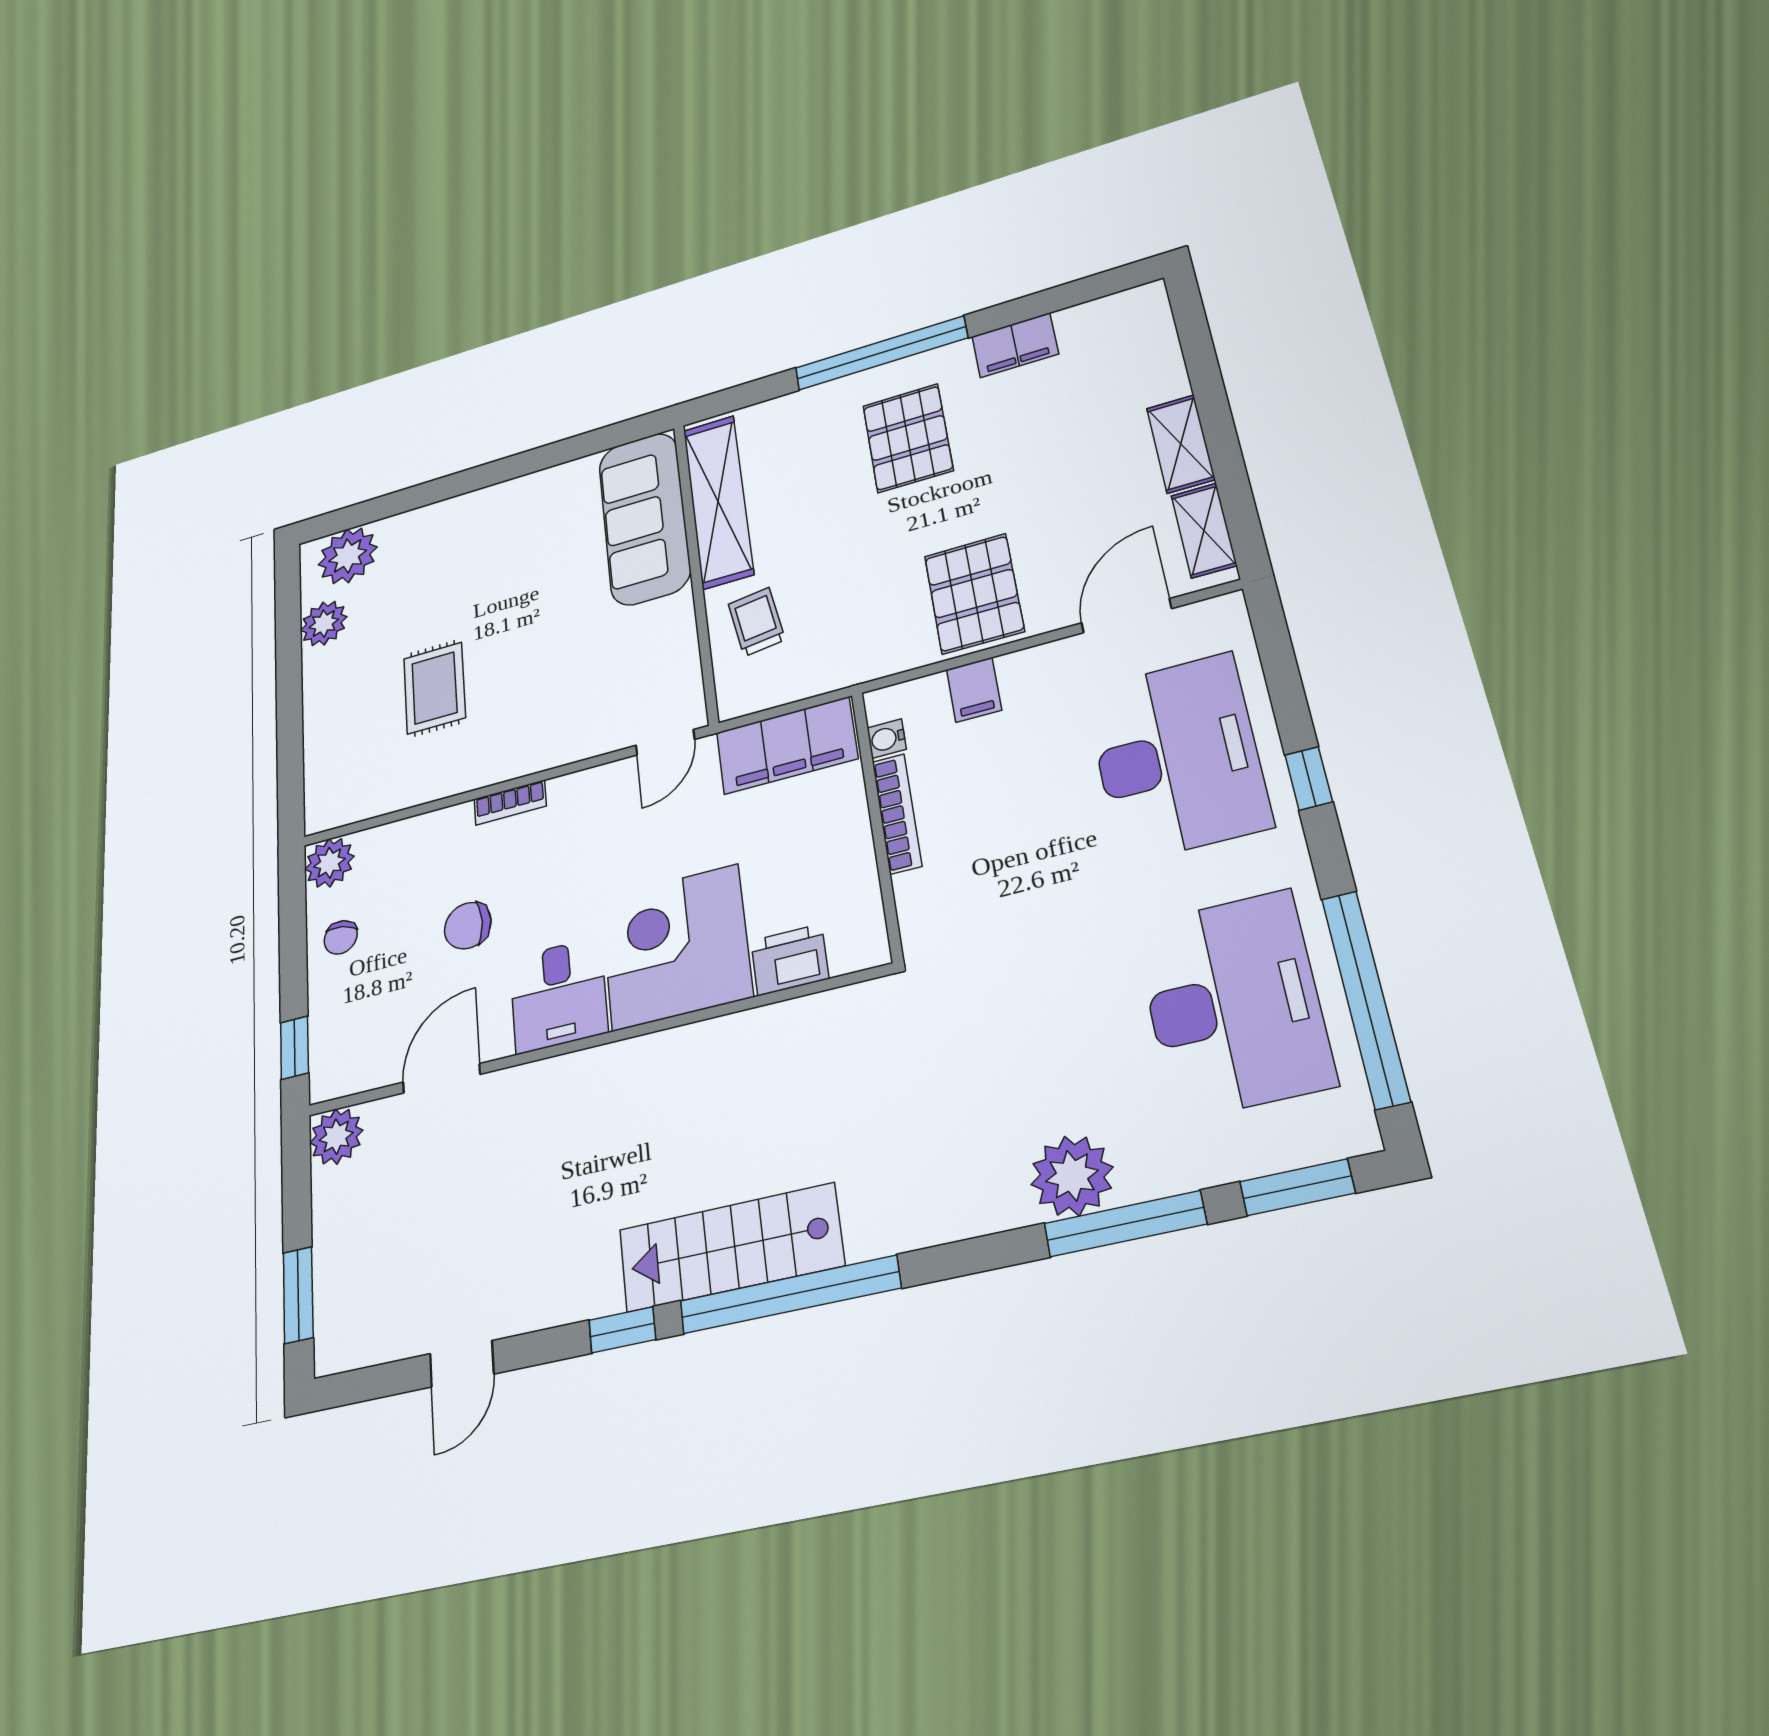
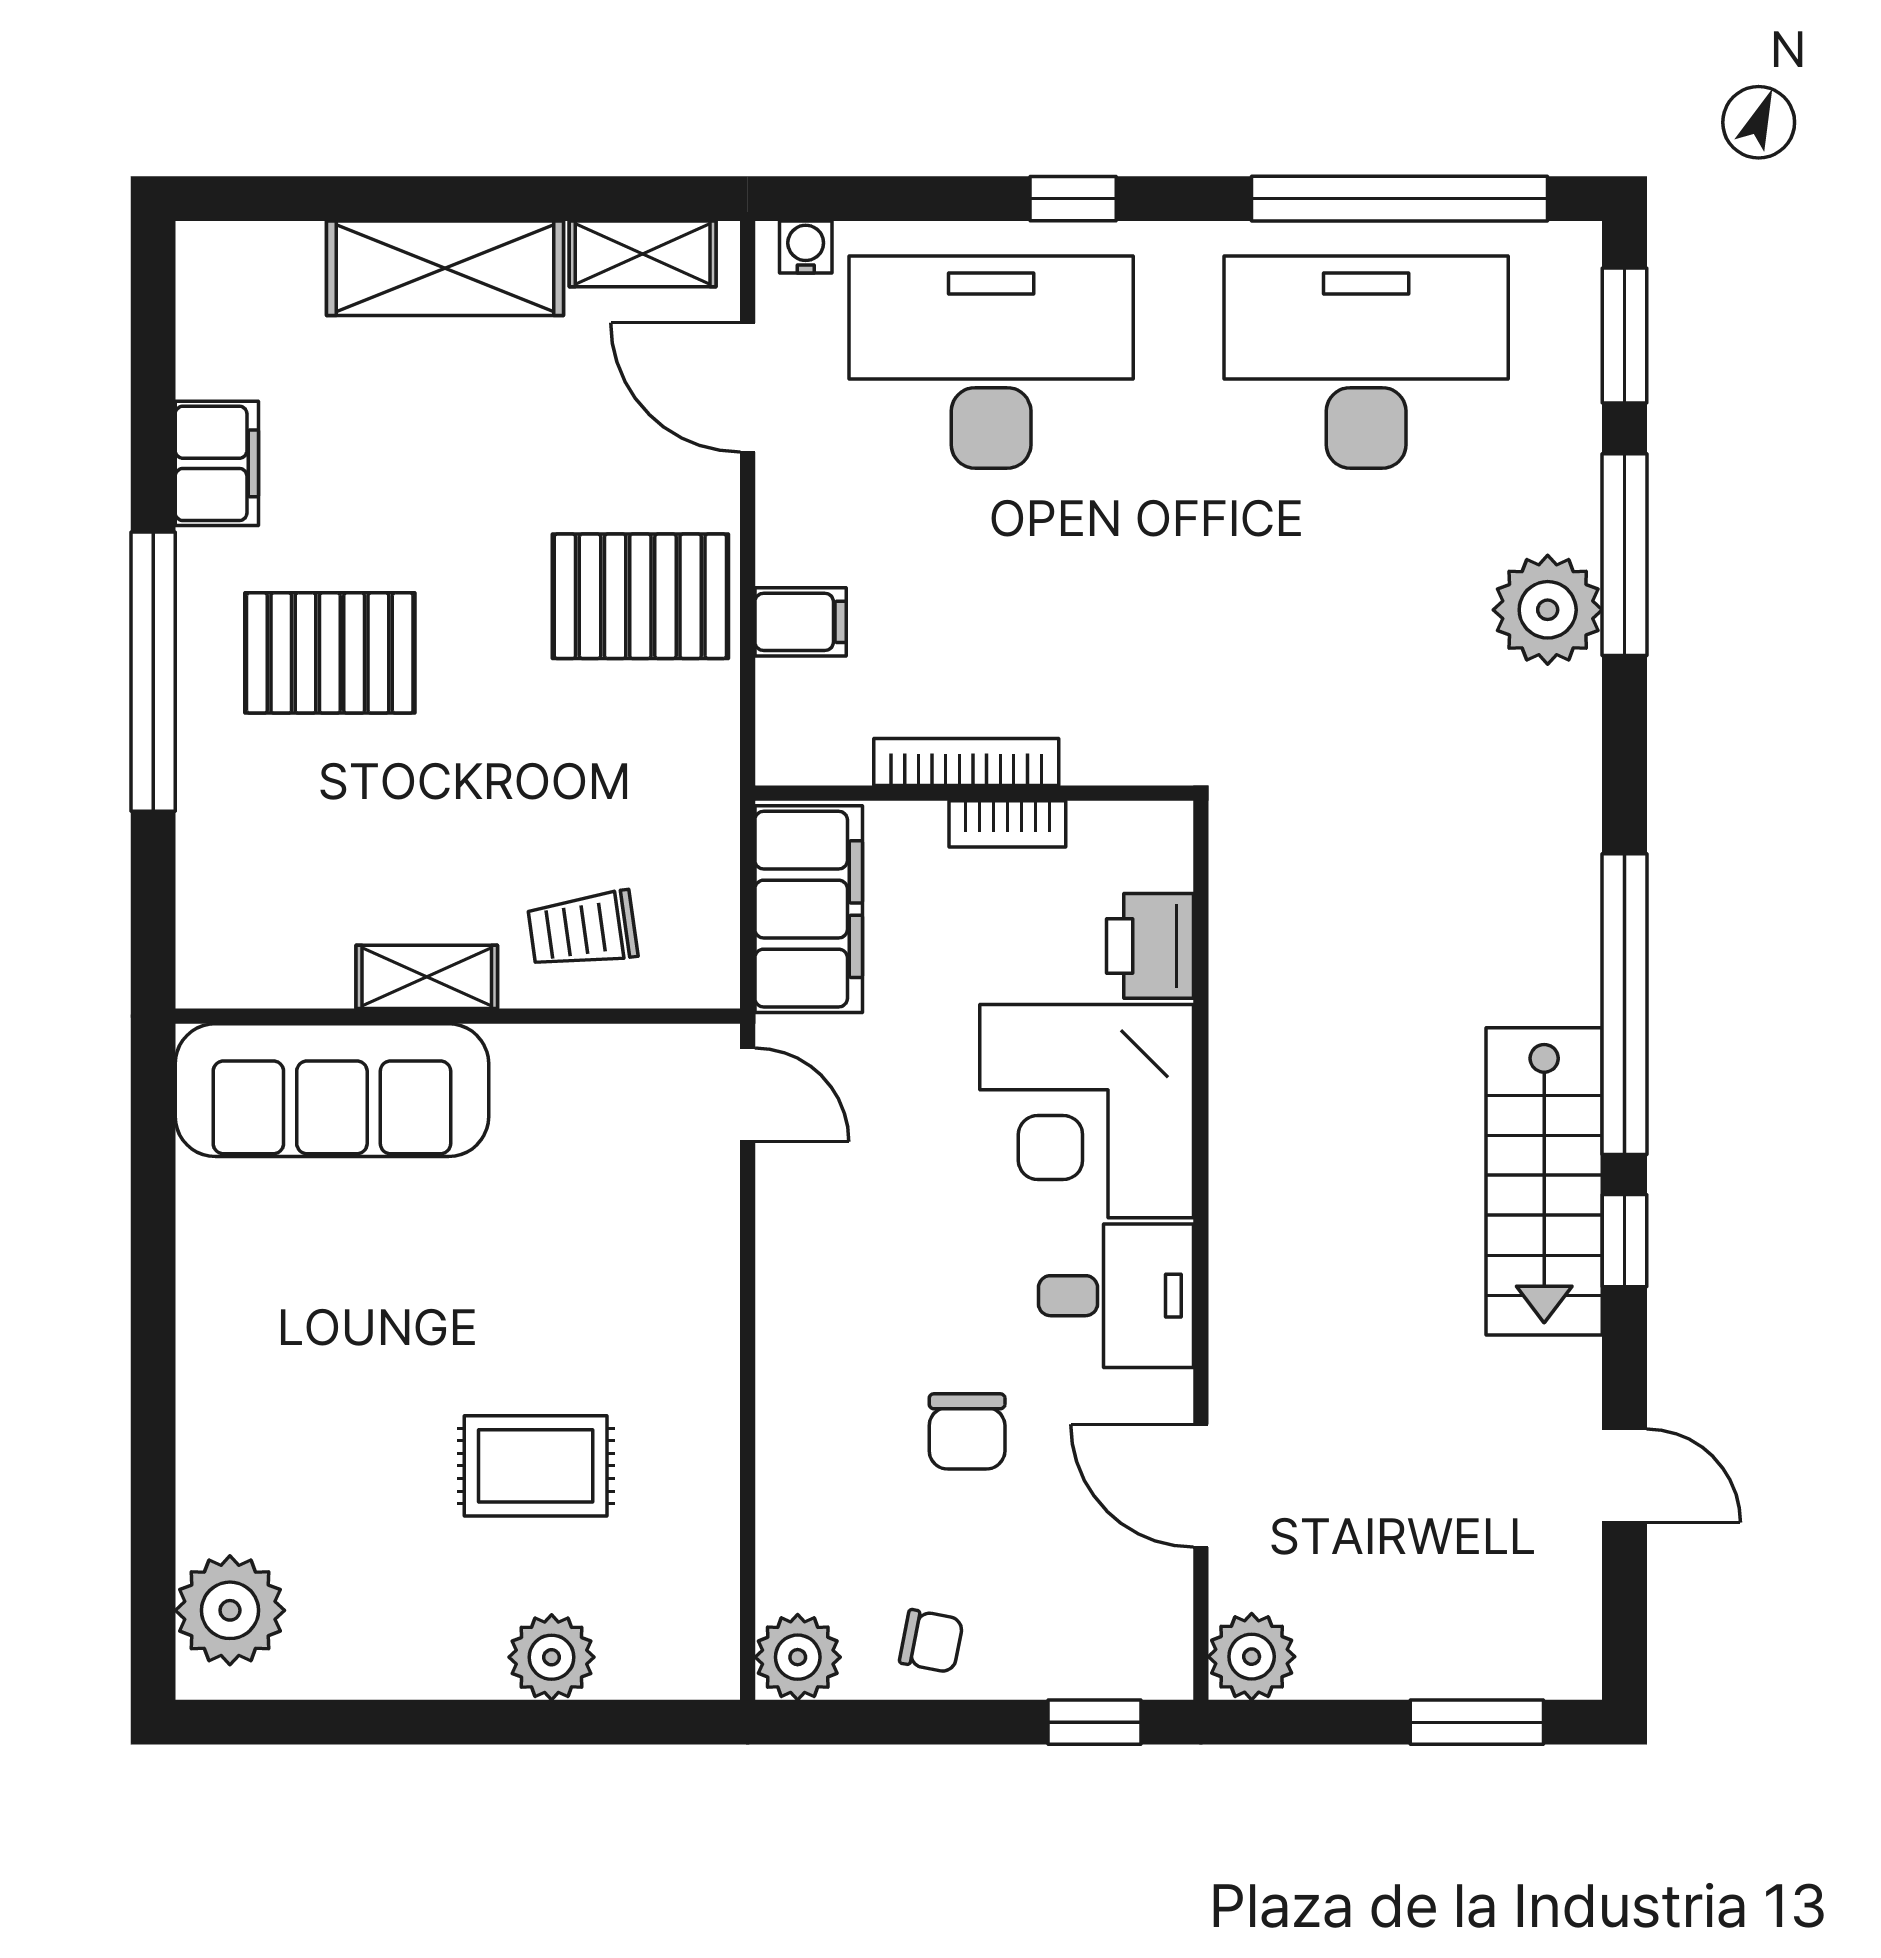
shelving: (1181, 444) -> (445, 268), width x1.50, depth x1.33
shelving: (718, 501) -> (427, 977), width x0.45, depth x0.75
plant: (324, 624) -> (552, 1657), moved
water cooler: (887, 739) -> (806, 247), moved, turned 180
bookcase: (510, 803) -> (1007, 824), moved, turned 90
stairs: (731, 1247) -> (1544, 1181), moved

